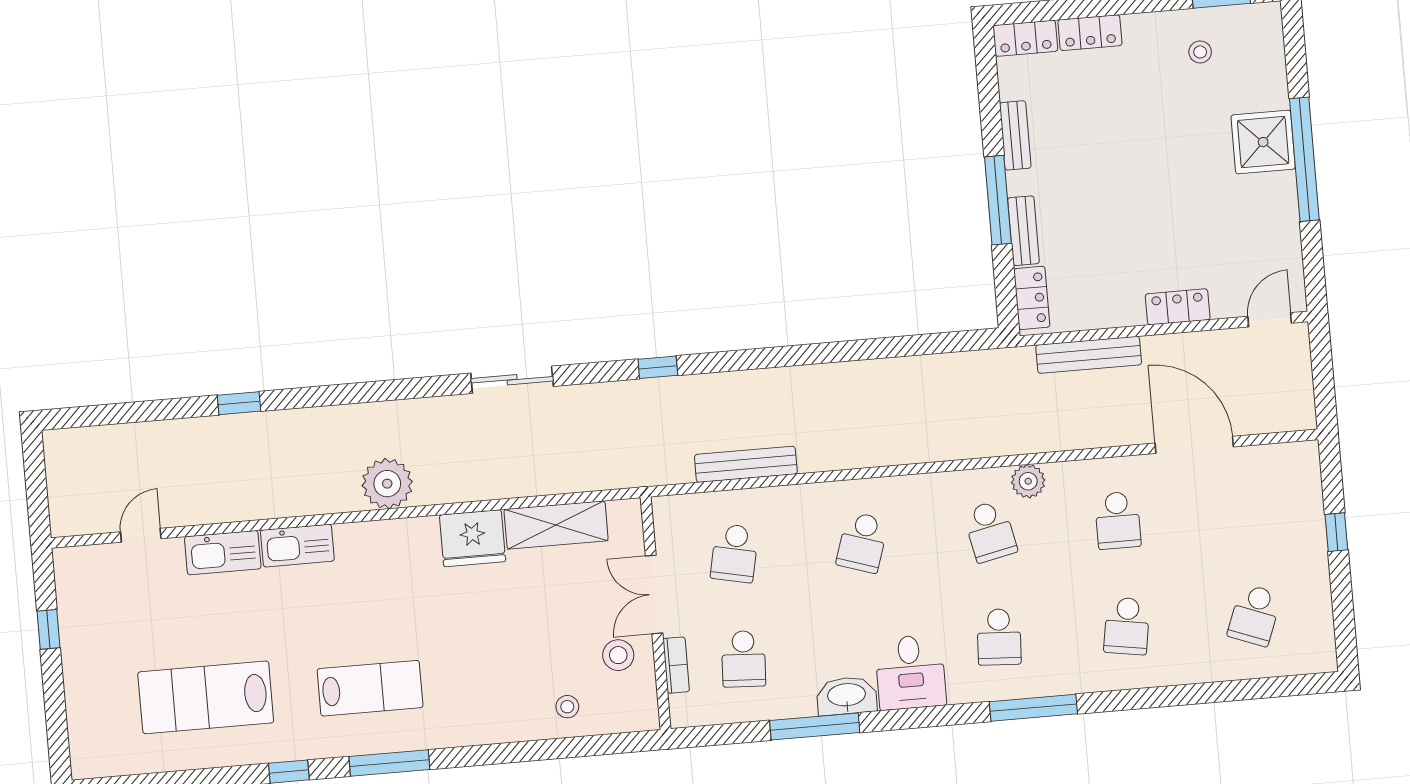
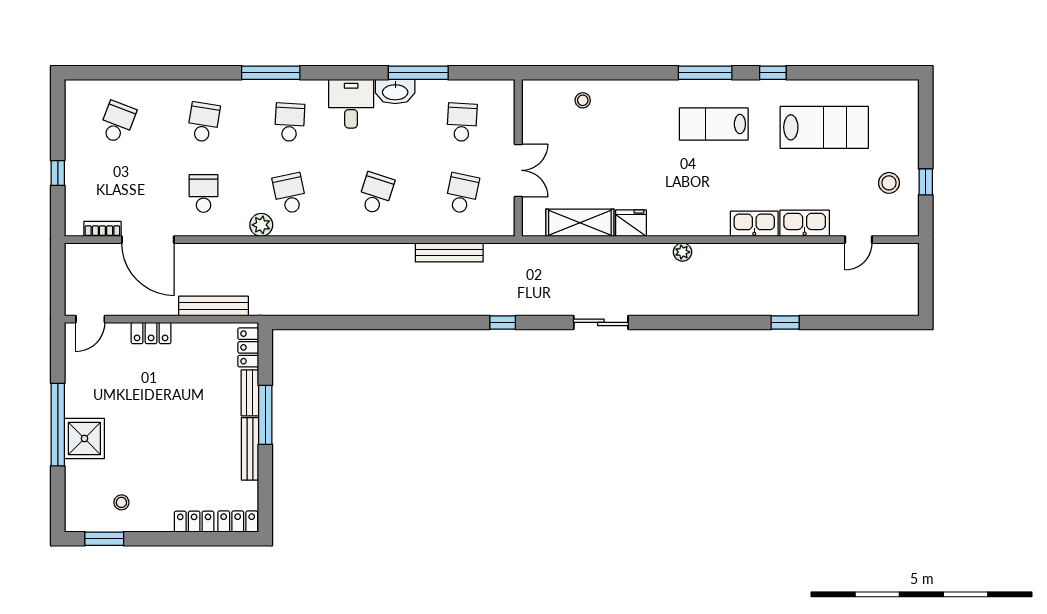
bench: (1015, 135) -> (250, 449), width x1.36
plant: (387, 484) -> (683, 252), width x0.53, depth x0.53
fridge: (473, 538) -> (631, 223), width x0.73, depth x0.75
stool: (618, 655) -> (889, 183), moved
bookcase: (676, 665) -> (102, 229), moved, turned 90

